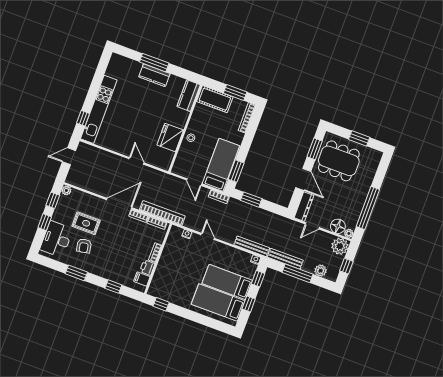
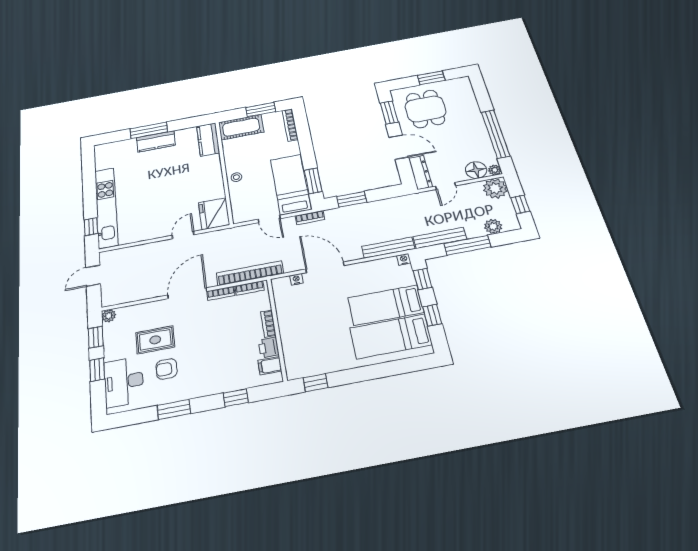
fridge: (170, 138) -> (214, 214), moved
door: (136, 161) -> (183, 235), hinge flipped
dining table: (339, 161) -> (425, 109), width x0.73
door: (208, 236) -> (325, 267), width x1.88
armchair: (84, 246) -> (167, 369), turned 101

